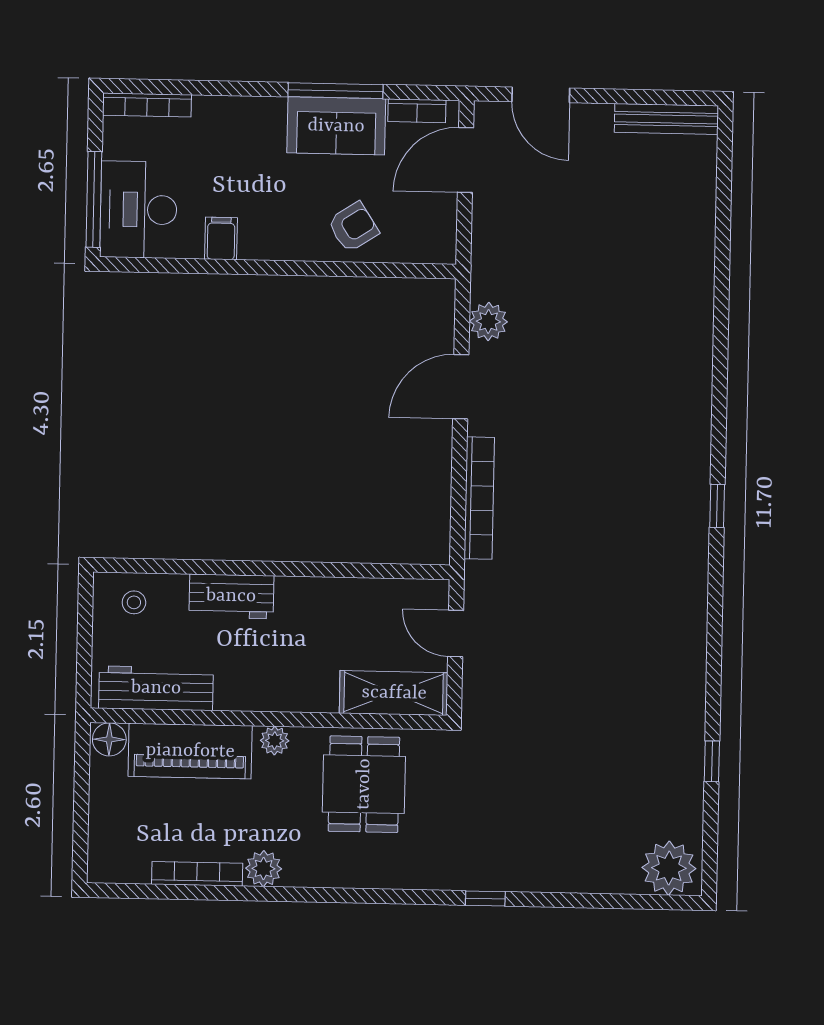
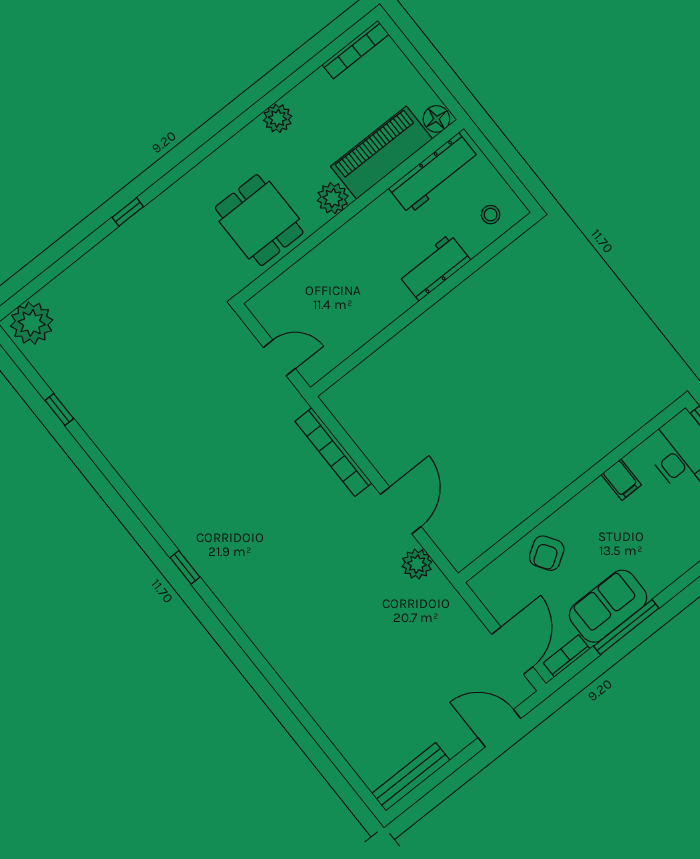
shelving: (394, 693) -> (287, 290), removed
plant: (275, 741) -> (333, 198), width x1.38, depth x1.38
bookcase: (197, 874) -> (356, 50), moved

